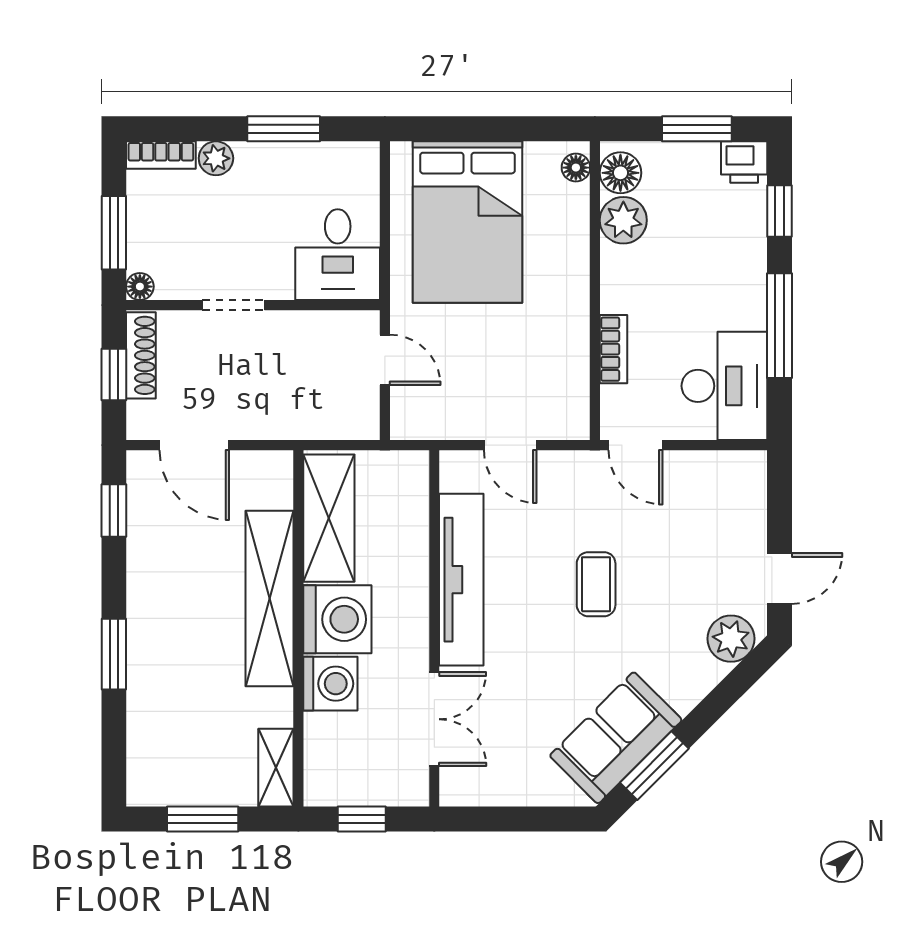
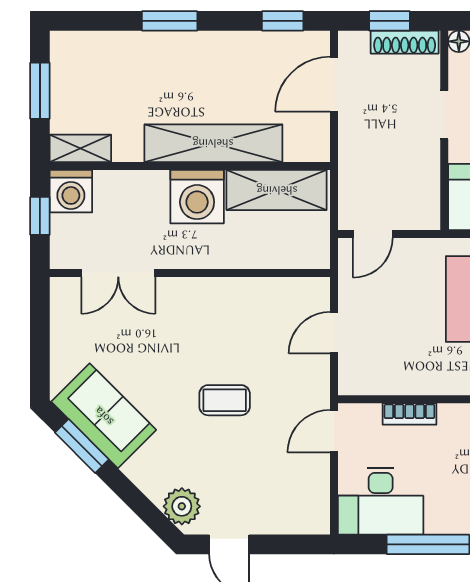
door: (385, 360) -> (373, 234), moved
tv unit: (461, 580) -> (228, 294), removed
washing machine: (330, 684) -> (71, 191), moved

